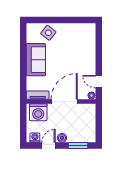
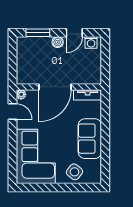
corner sofa: (80, 45) -> (36, 156), added
washing machine: (38, 112) -> (87, 74), removed

